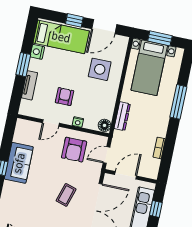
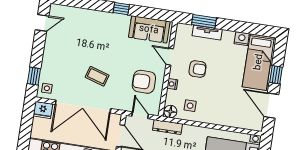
window: (23, 65) -> (204, 21), moved
side table: (100, 69) -> (190, 106), moved, width x0.54, depth x0.54
dresser: (122, 116) -> (167, 127), moved
sofa: (19, 163) -> (149, 29), moved

